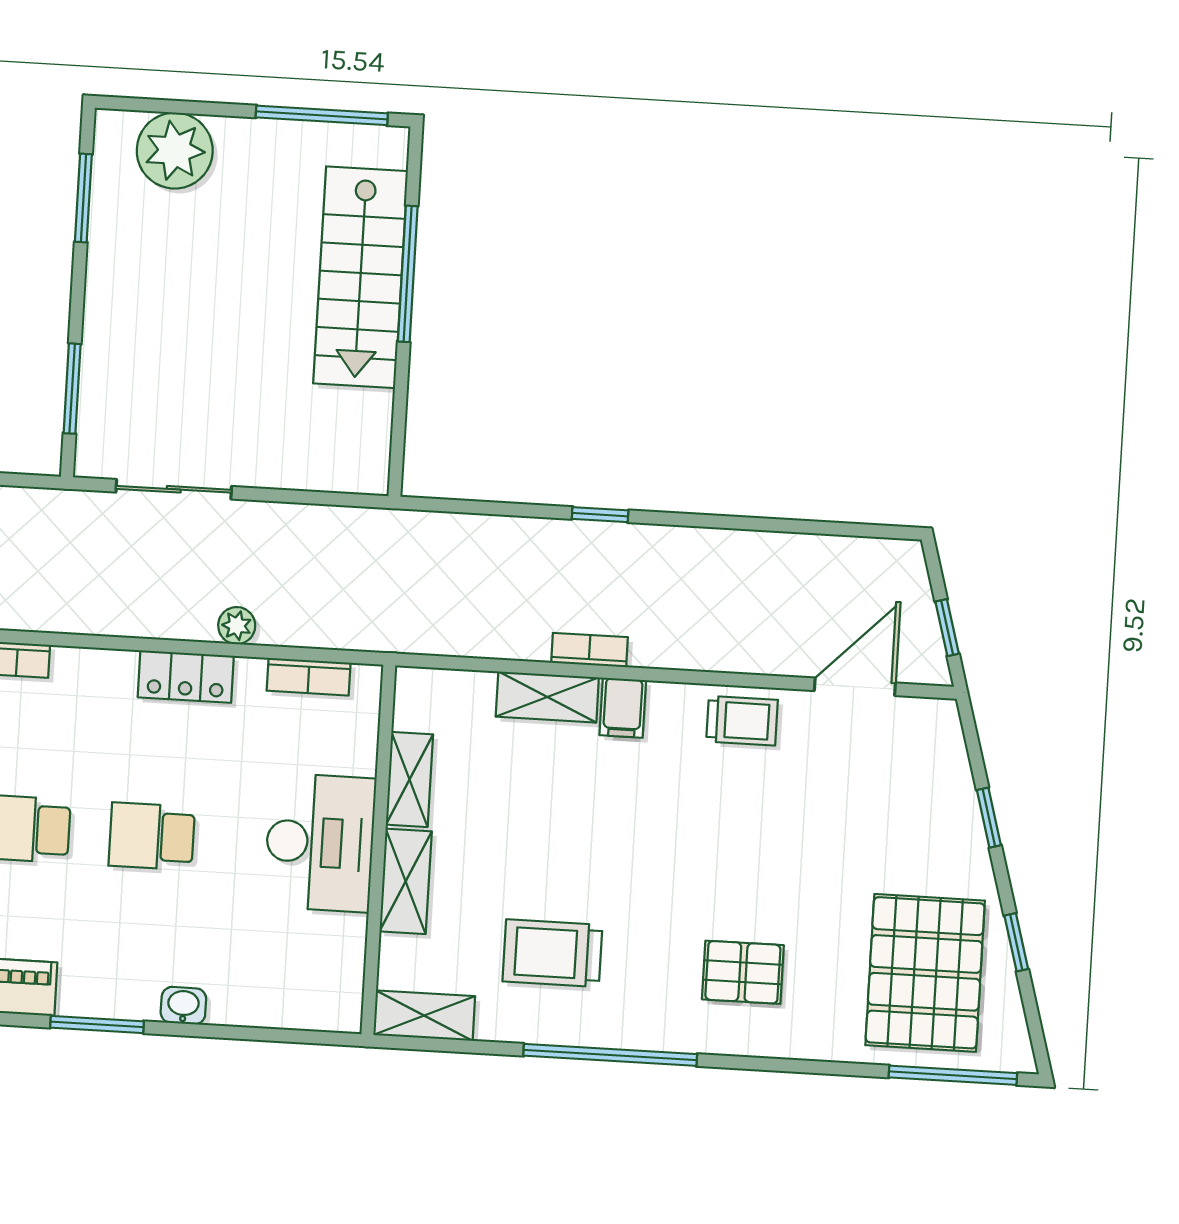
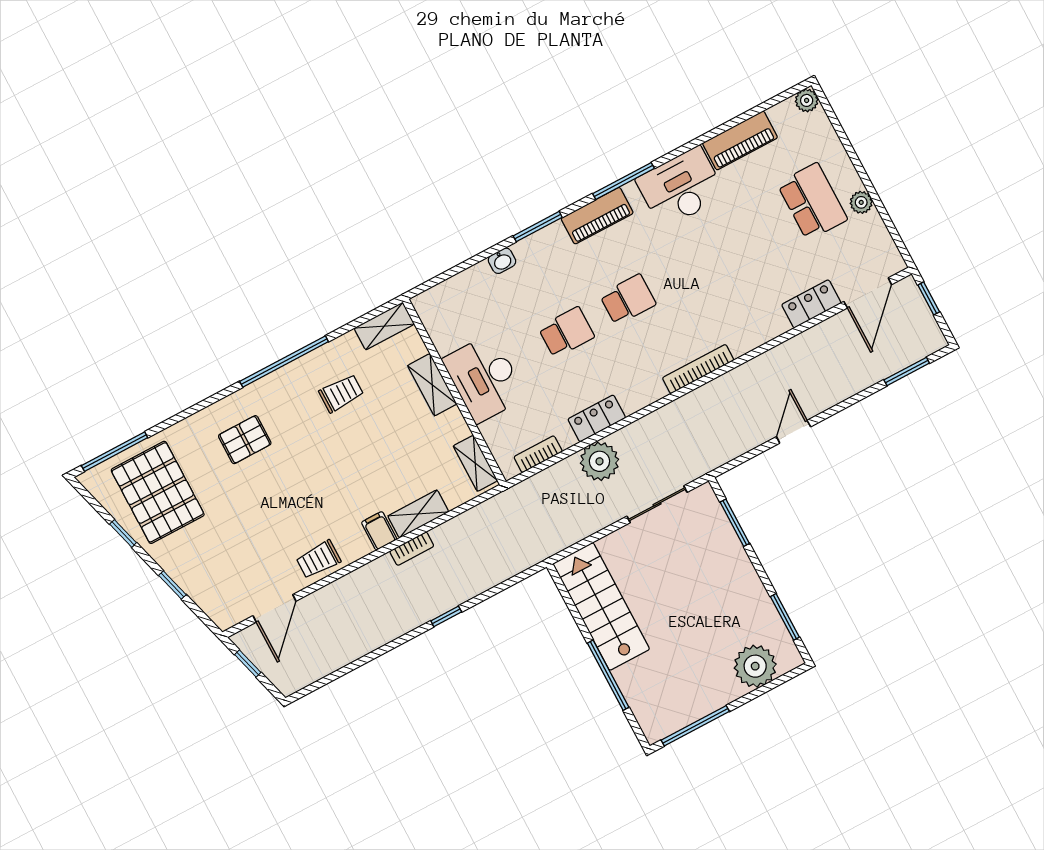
stairs: (361, 277) -> (601, 606), moved
plant: (237, 626) -> (599, 461), width x1.87, depth x1.87
shelving: (409, 779) -> (475, 463), moved
trolley: (552, 953) -> (341, 393), width x0.73, depth x0.72

